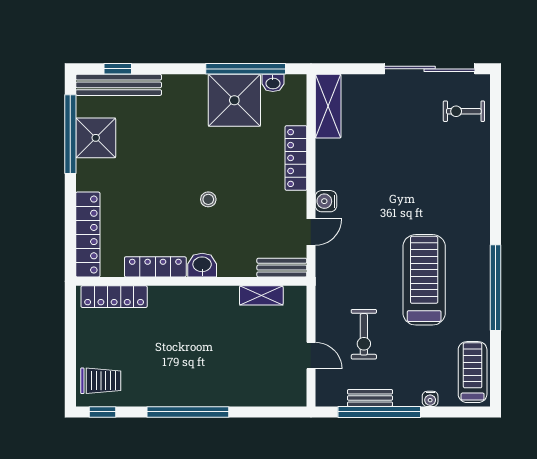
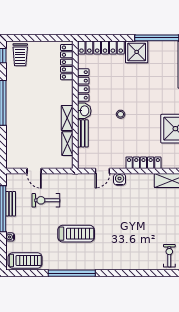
shower: (96, 138) -> (137, 52), moved
door: (311, 232) -> (102, 171), hinge flipped
bench: (282, 268) -> (83, 133), moved
treadmill: (424, 280) -> (76, 234), width x0.73, depth x0.73
shelving: (215, 296) -> (67, 118), added
door: (311, 356) -> (34, 171), hinge flipped

